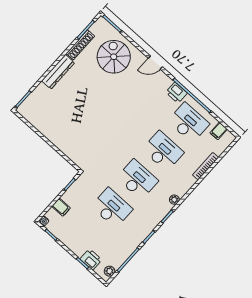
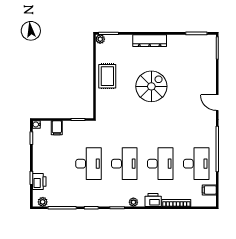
shoe rack: (80, 45) -> (182, 39), removed
spiral stairs: (114, 57) -> (151, 86), moved
printer: (177, 93) -> (153, 200), moved, turned 90
plant: (22, 110) -> (100, 39), added
rug: (56, 131) -> (107, 76), added

